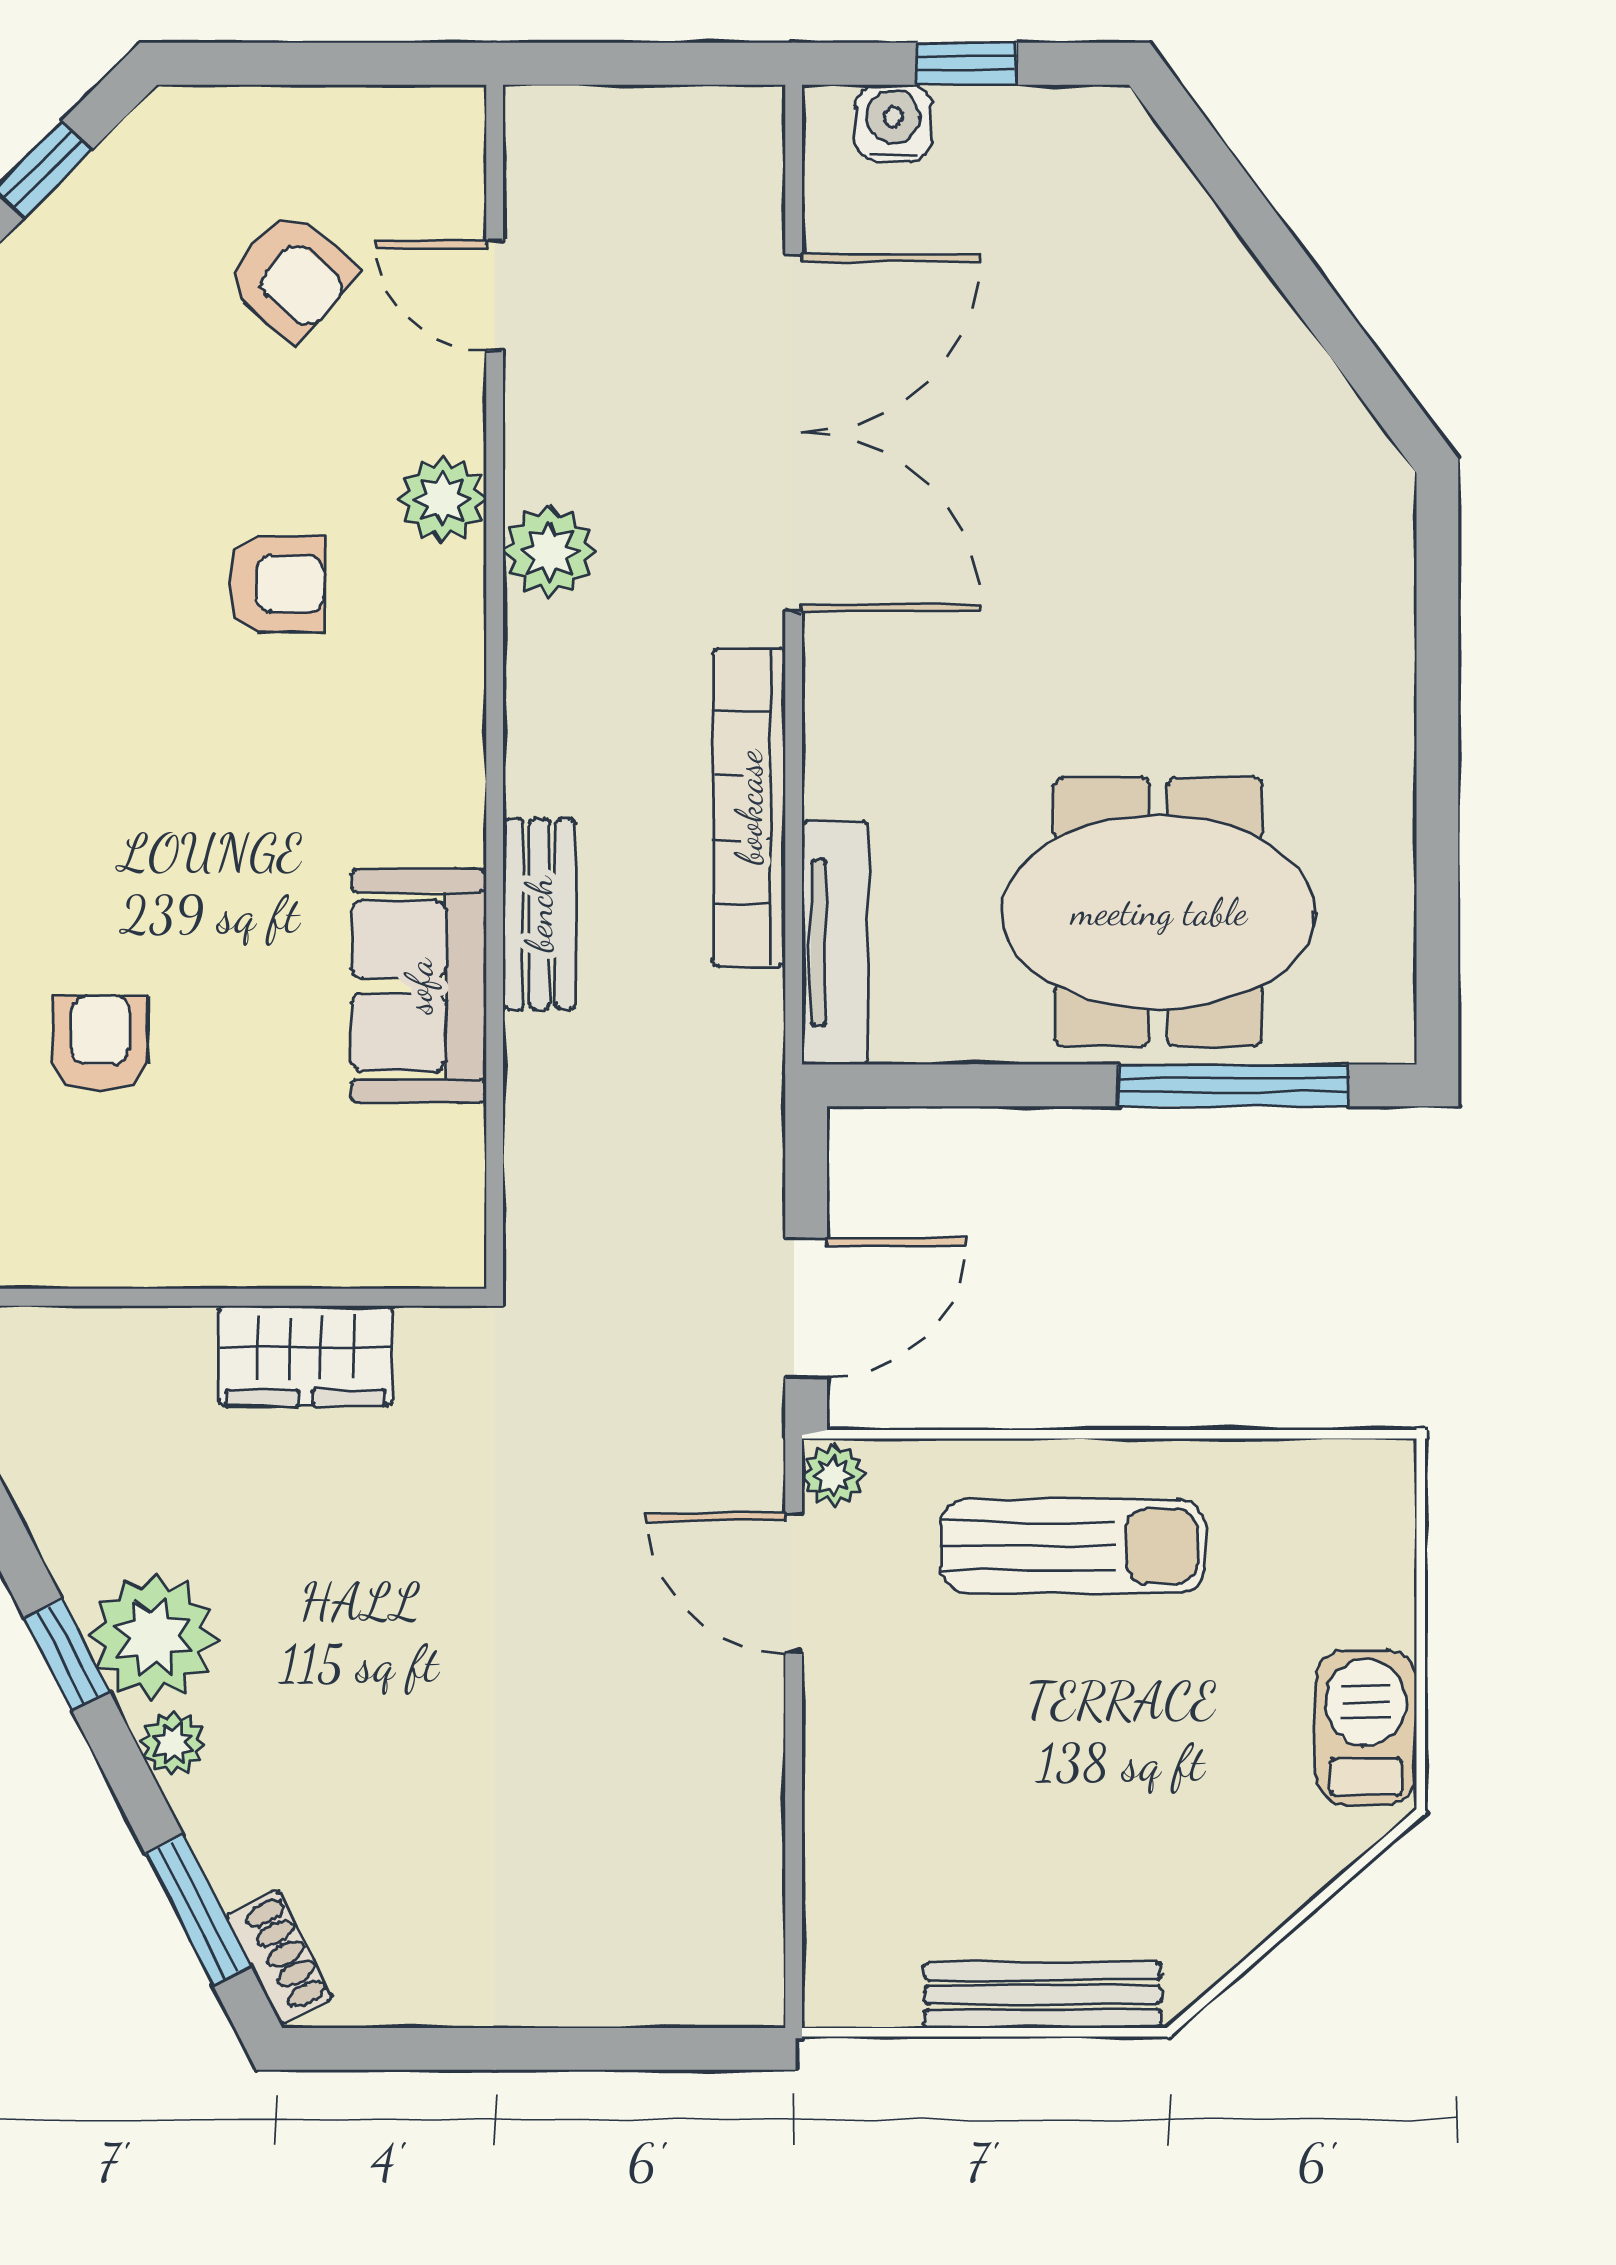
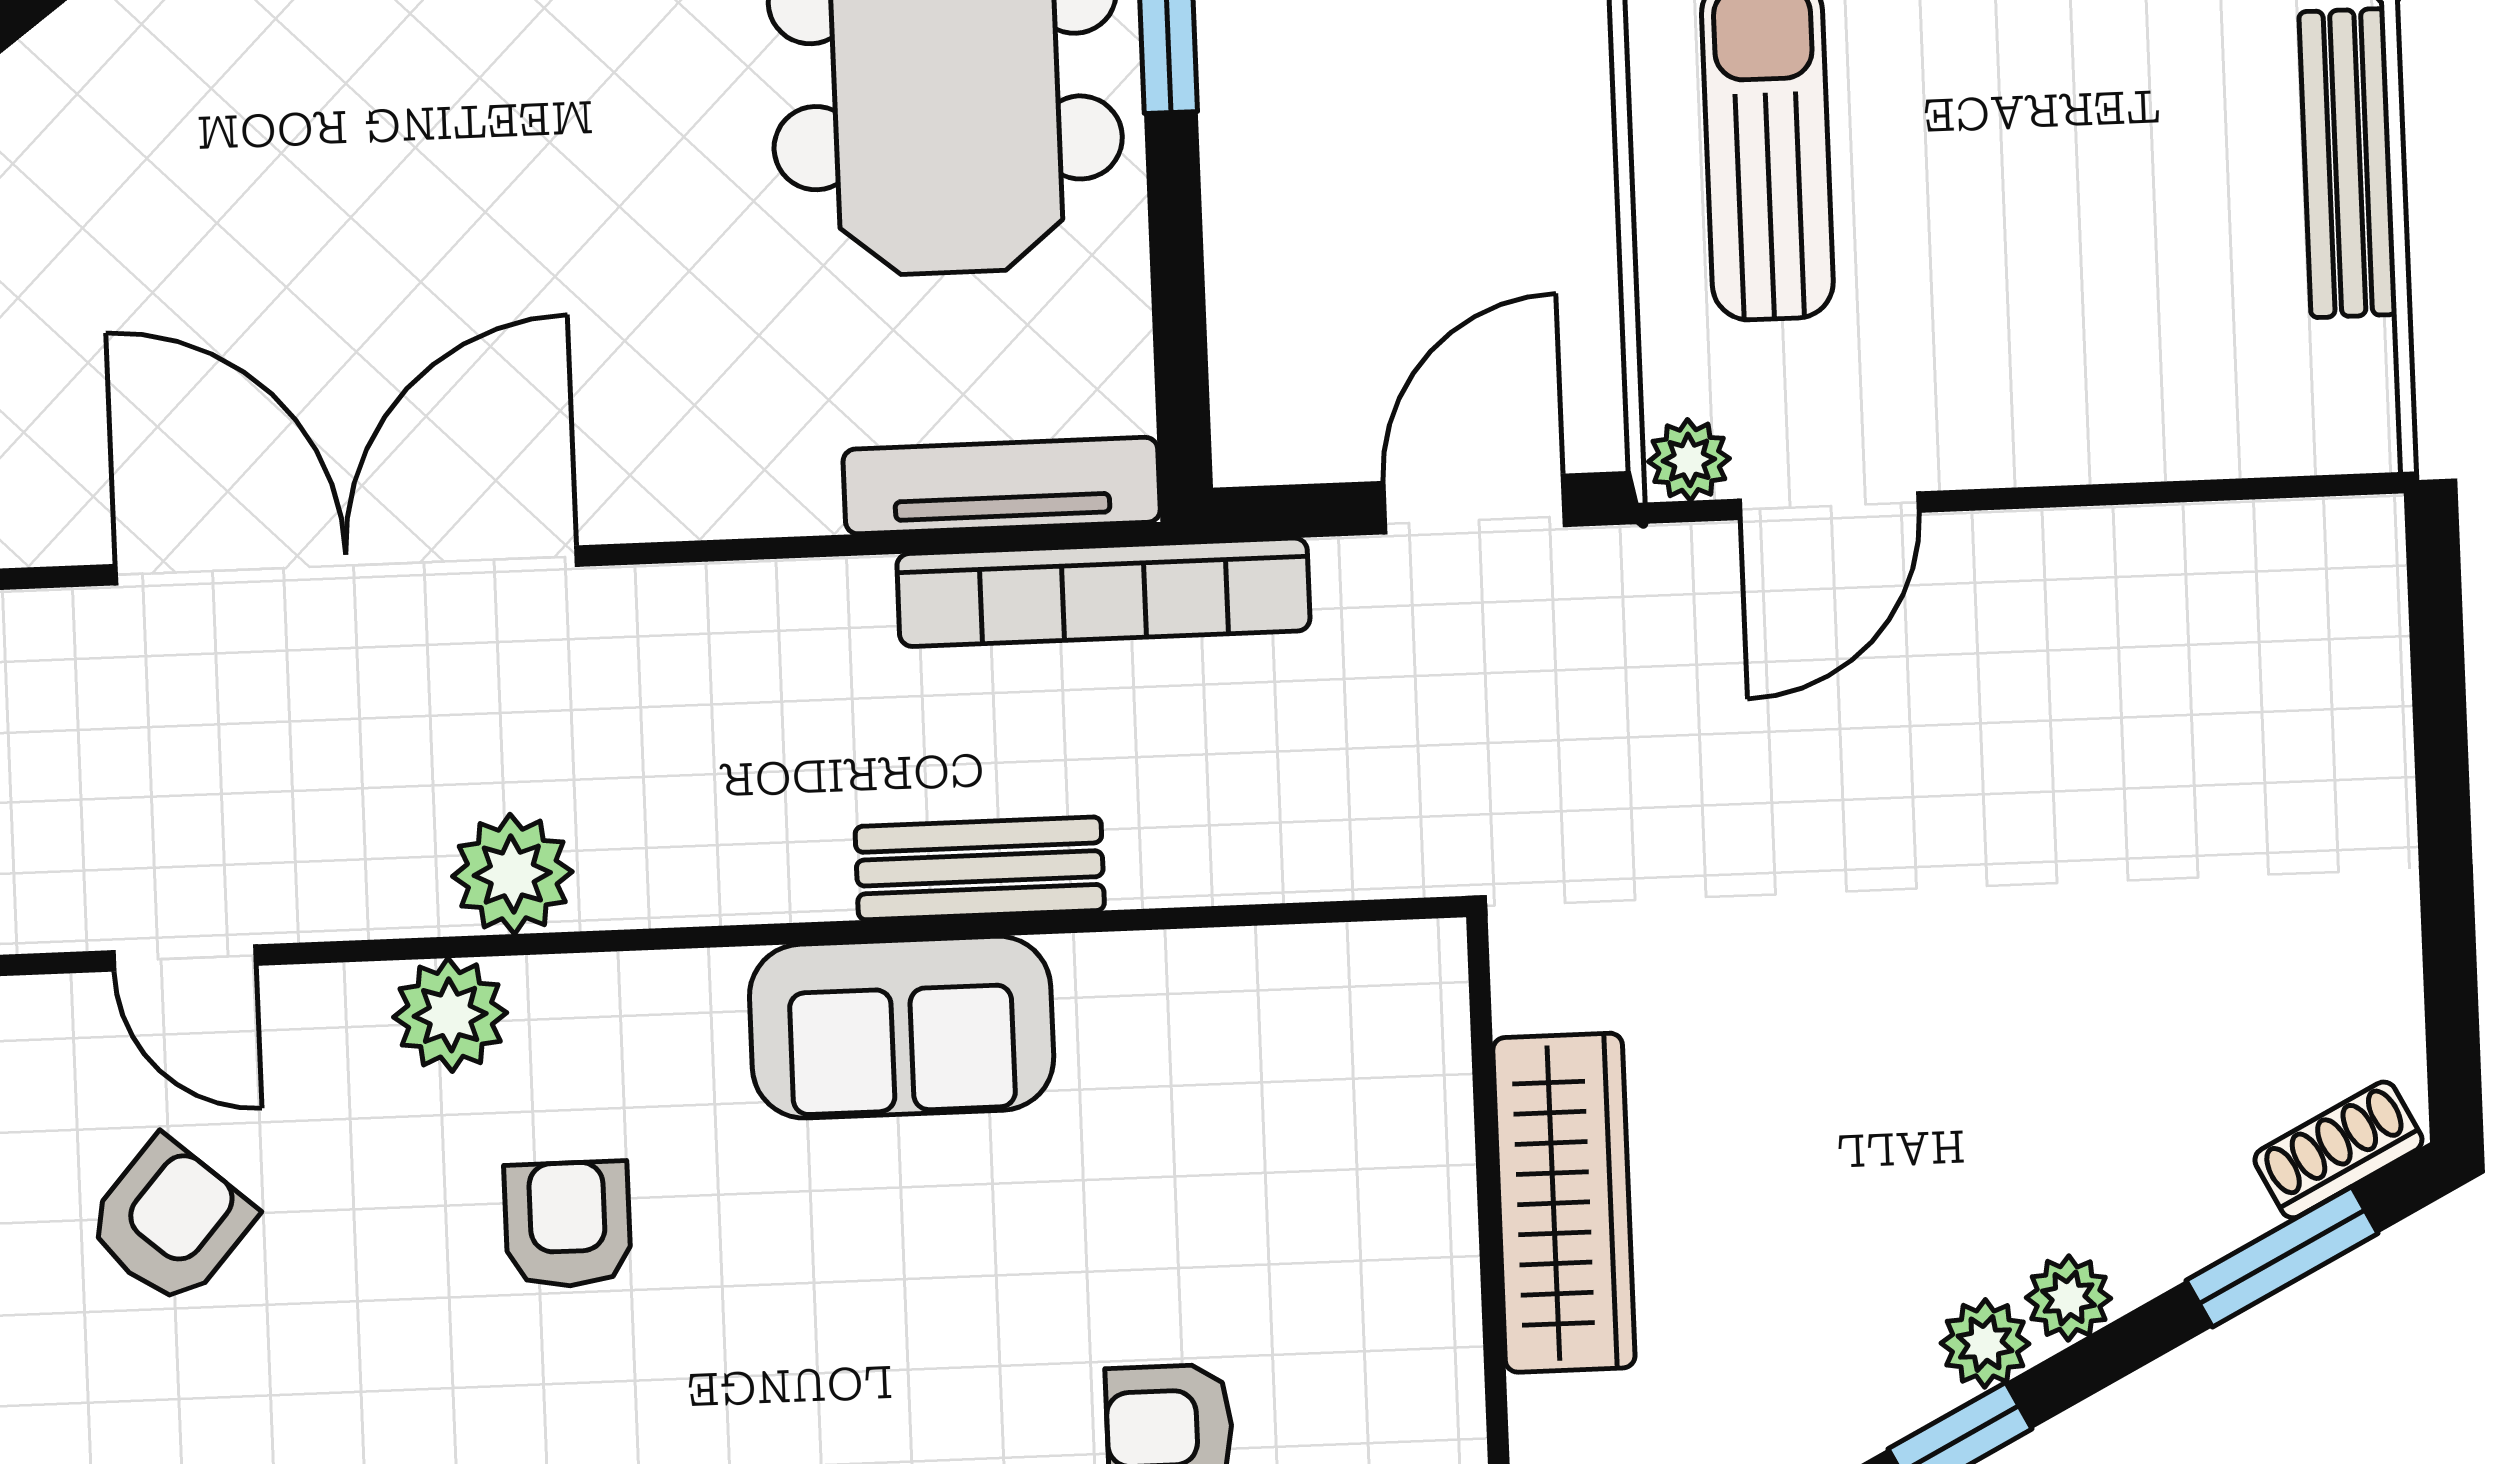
door: (495, 296) -> (185, 958), hinge flipped
bookcase: (749, 807) -> (1103, 592), moved
sofa: (419, 986) -> (902, 1027), moved
door: (806, 1308) -> (1474, 504), hinge flipped
wardrobe: (306, 1356) -> (1564, 1203), width x1.50
plant: (153, 1637) -> (1985, 1343), width x0.53, depth x0.53

